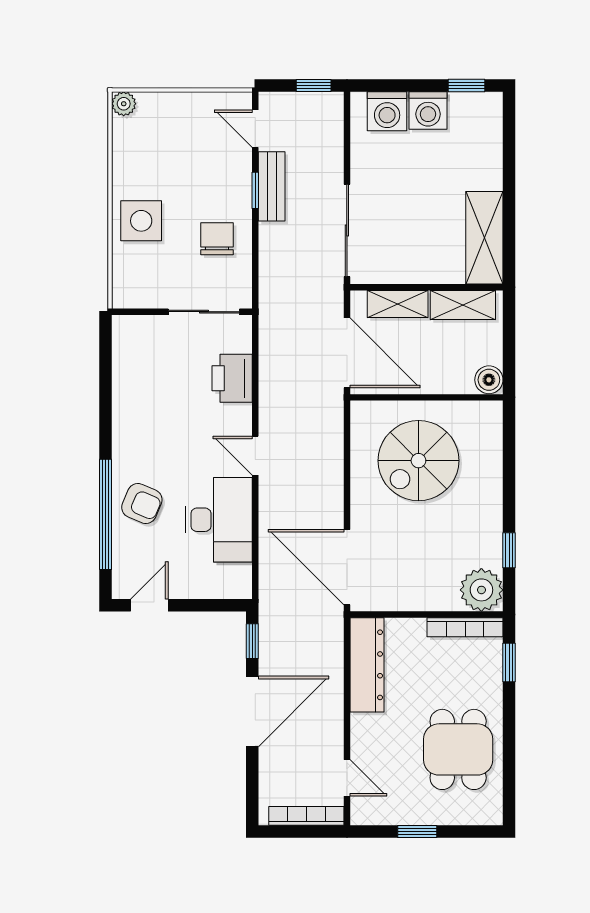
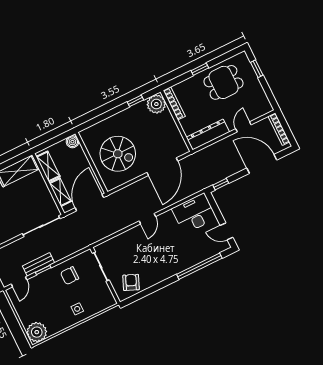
plant: (124, 104) -> (37, 332), width x1.87, depth x1.87
side table: (141, 221) -> (77, 309), width x0.54, depth x0.54
printer: (232, 378) -> (121, 243), removed
armchair: (142, 504) -> (131, 282), moved
desk: (219, 520) -> (194, 213), moved
door: (347, 567) -> (162, 167), moved
window: (509, 663) -> (200, 69), moved
door: (252, 711) -> (262, 164), moved
door: (347, 778) -> (243, 127), moved
window: (417, 832) -> (257, 69), moved

